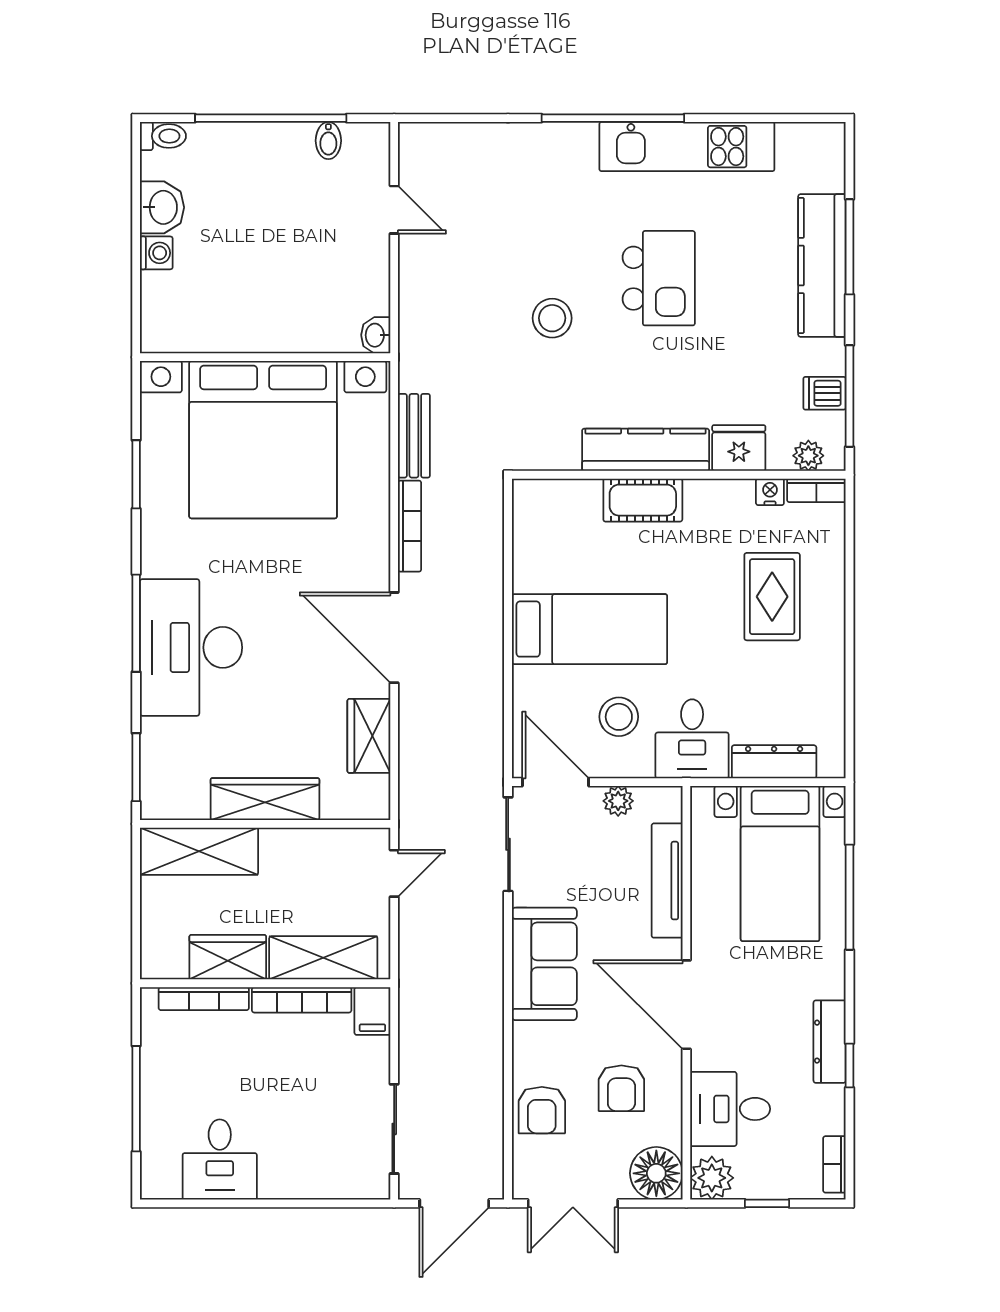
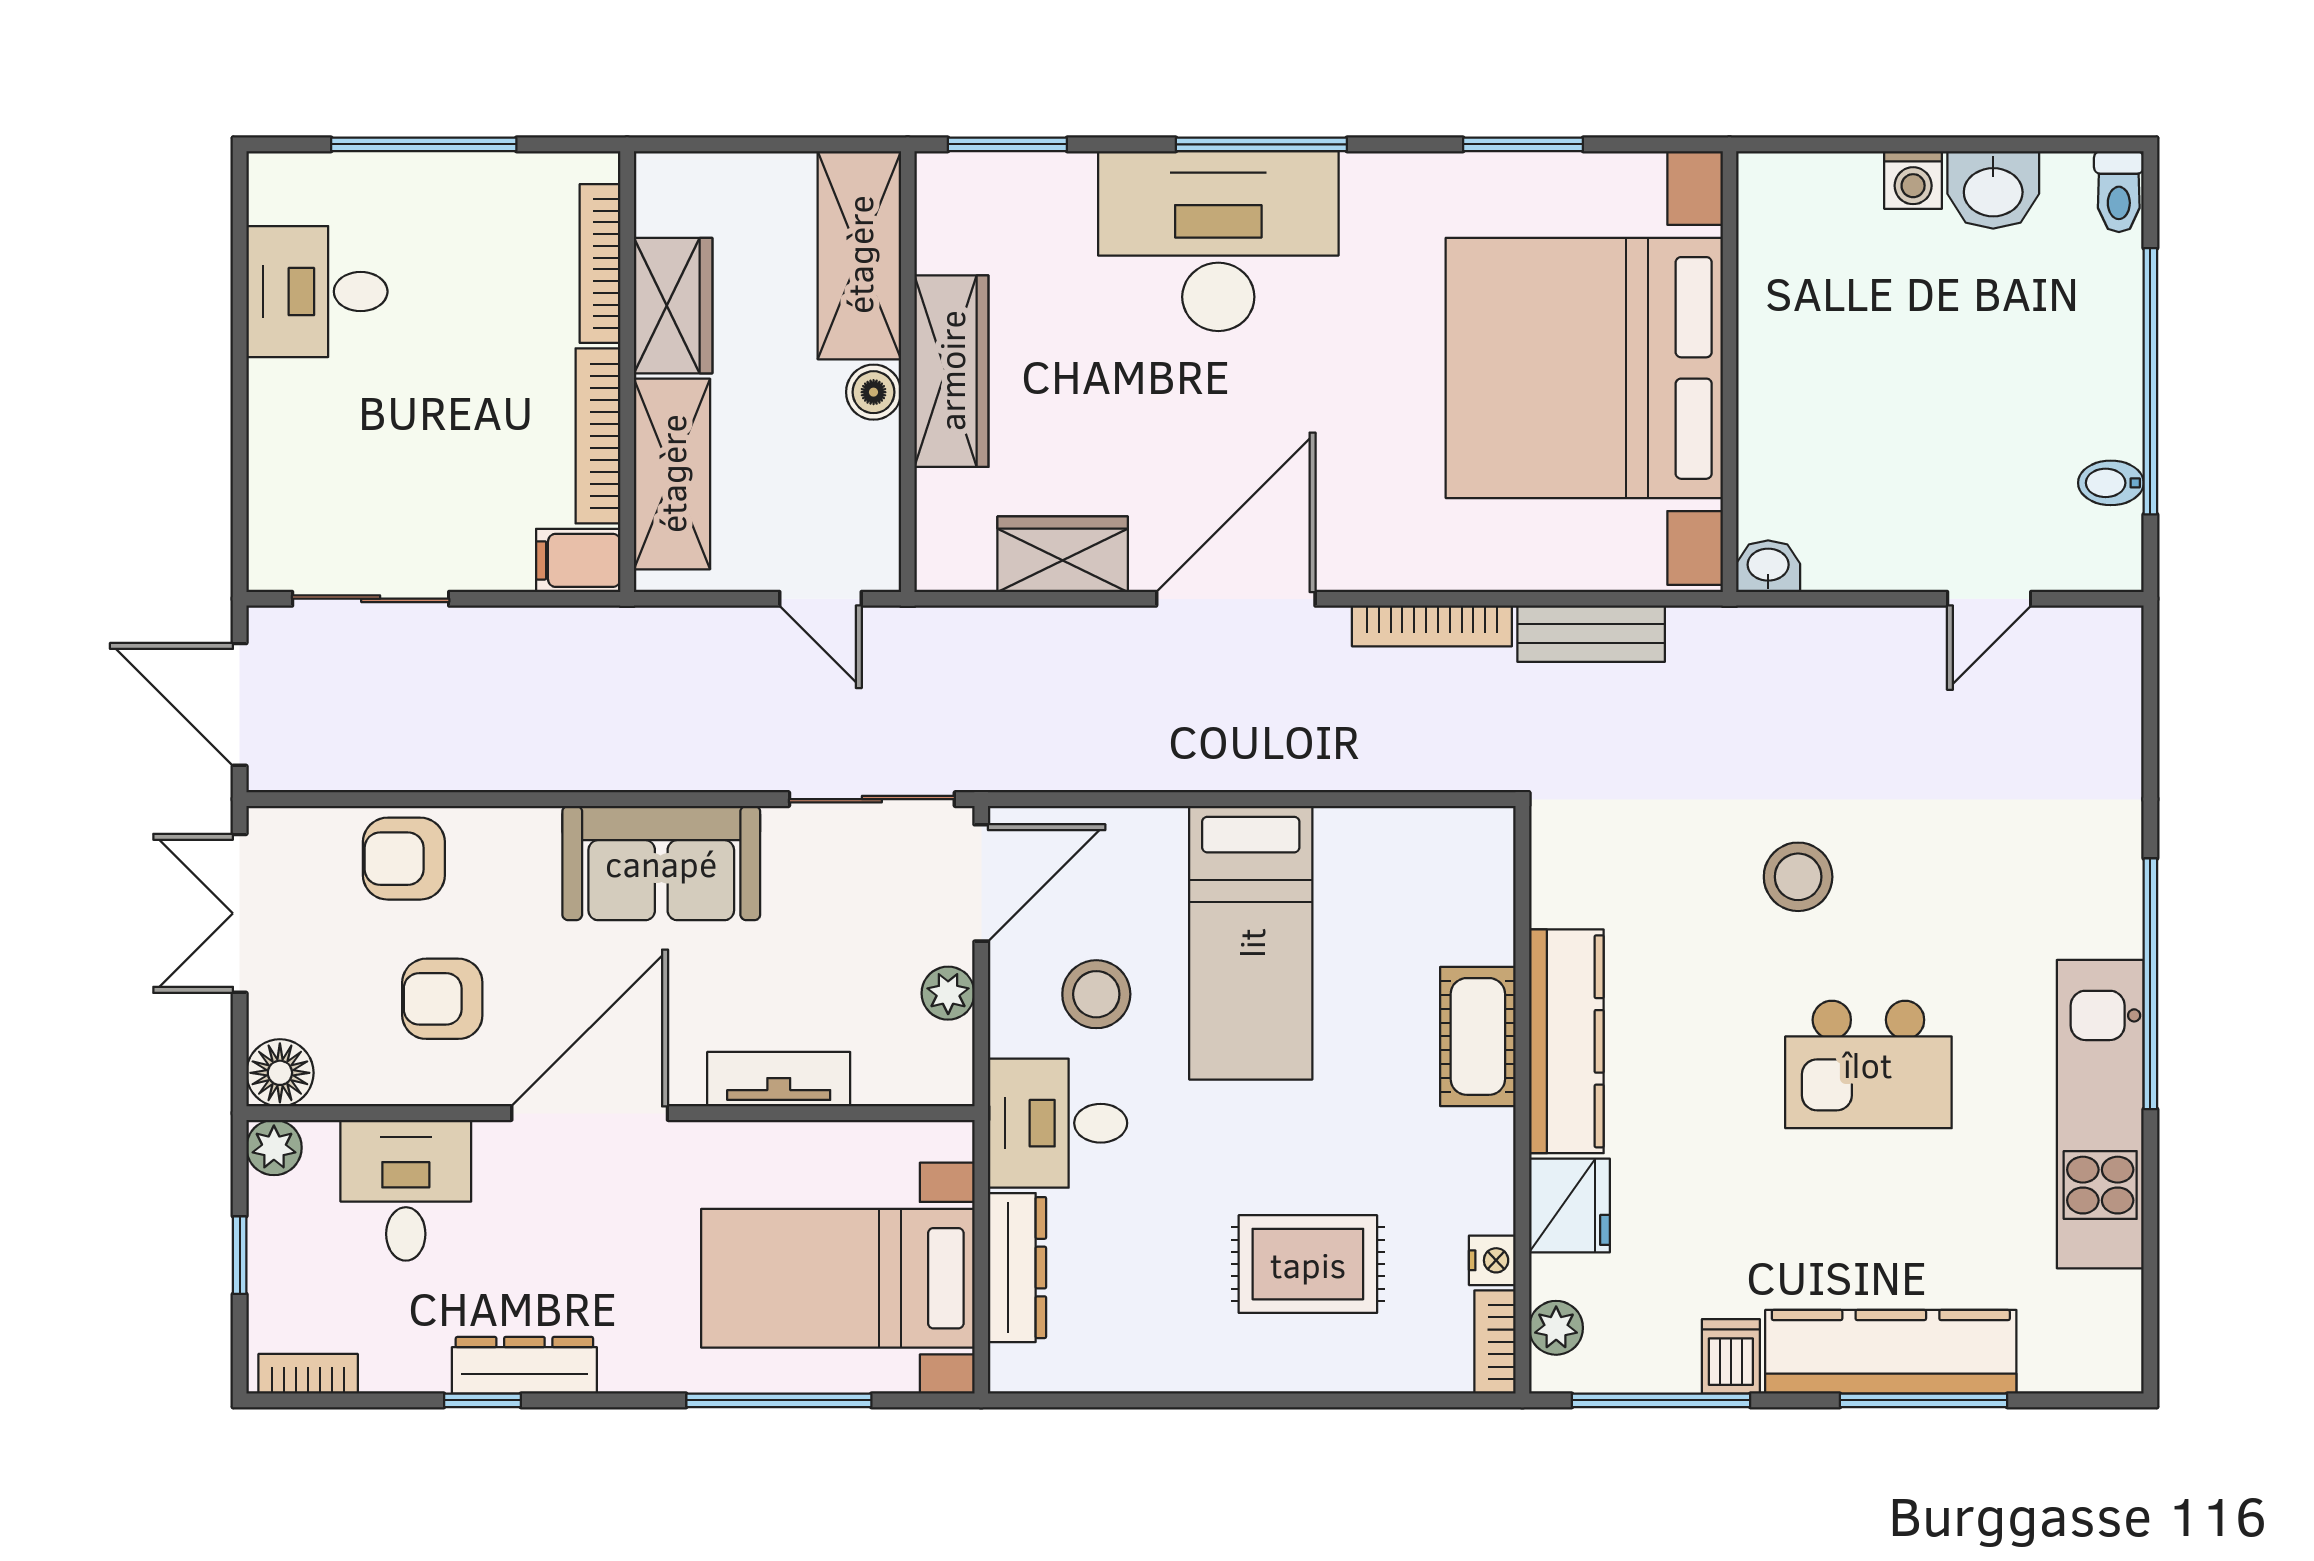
dishwasher: (825, 393) -> (1731, 1356), moved
boiler: (277, 843) -> (874, 392), added
tv unit: (667, 881) -> (779, 1079), width x0.71
floor lamp: (656, 1173) -> (280, 1073), width x0.73, depth x0.73
plant: (712, 1178) -> (274, 1148), width x0.73, depth x0.73

